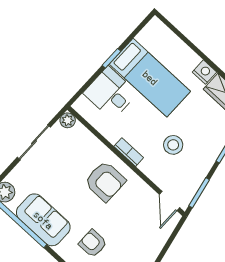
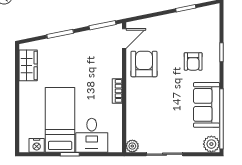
nightstand: (204, 72) -> (37, 145), moved, turned -90
stool: (173, 145) -> (88, 68), removed
armchair: (105, 181) -> (144, 64), moved

